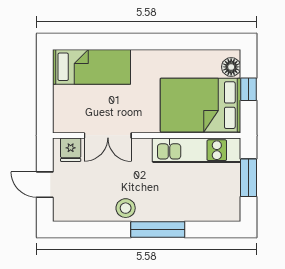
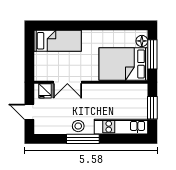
window: (248, 89) -> (152, 54), width x2.17
kitchen unit: (196, 150) -> (121, 127), moved, turned 180
window: (158, 229) -> (83, 139), moved

